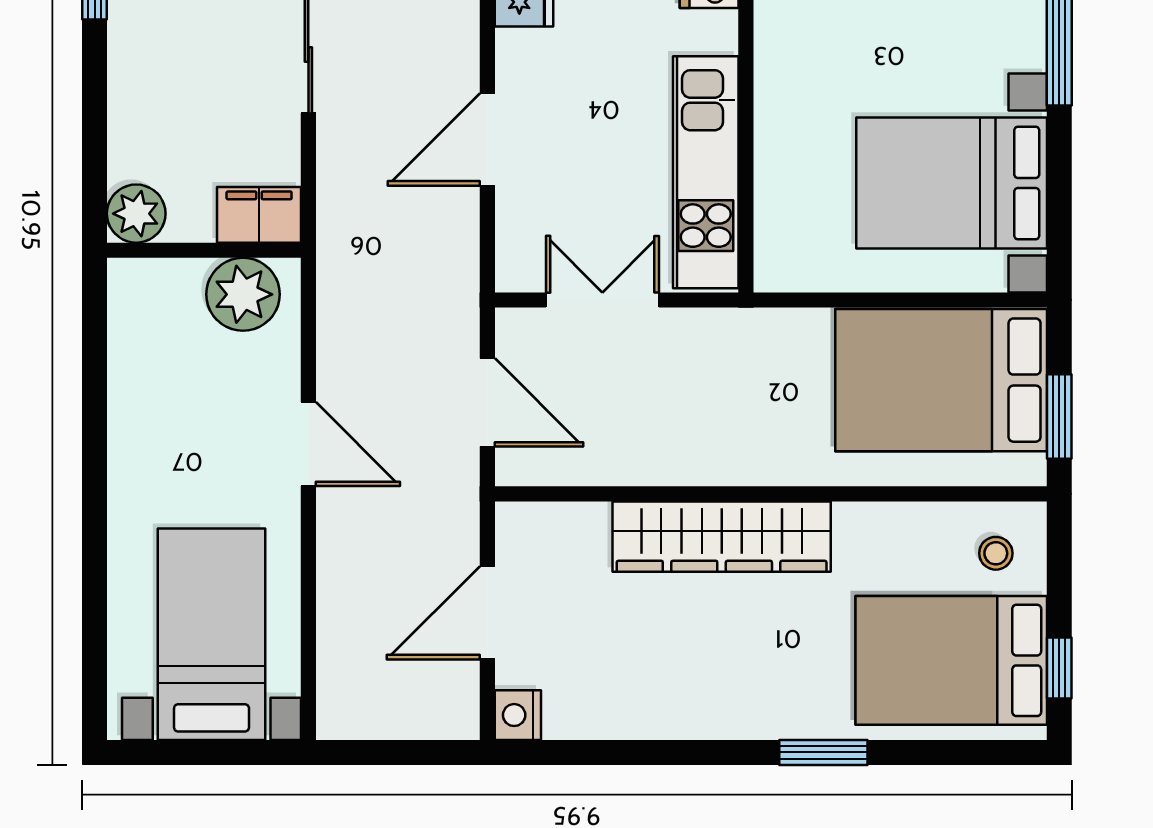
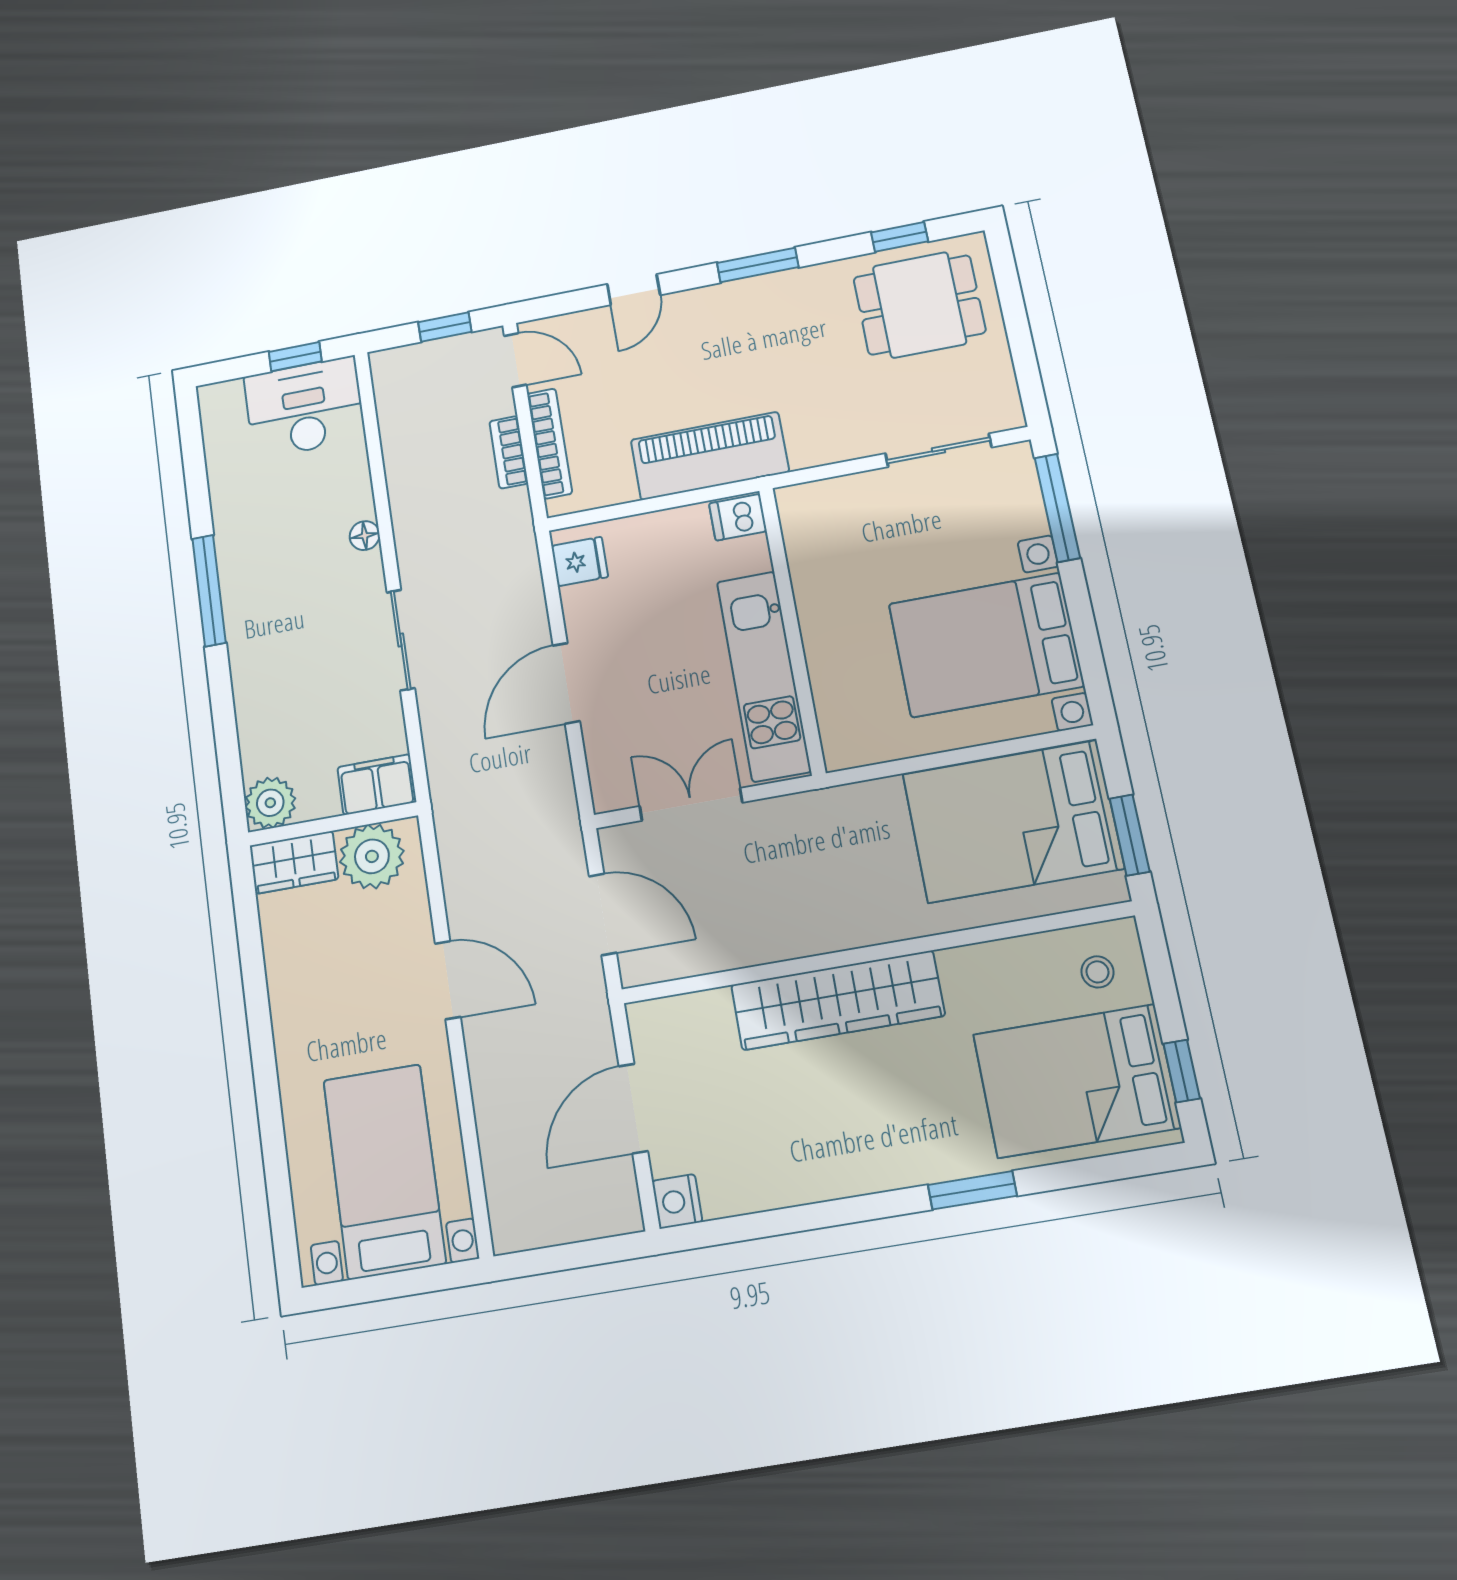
wardrobe: (155, 285) -> (294, 862), added

